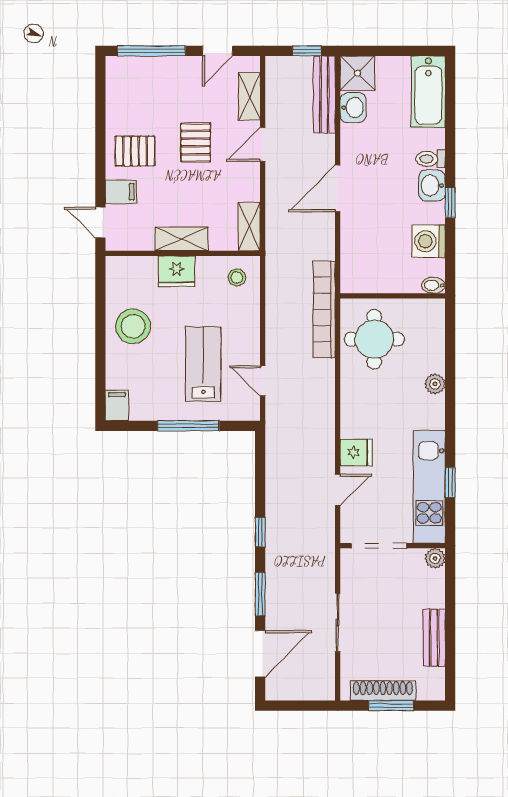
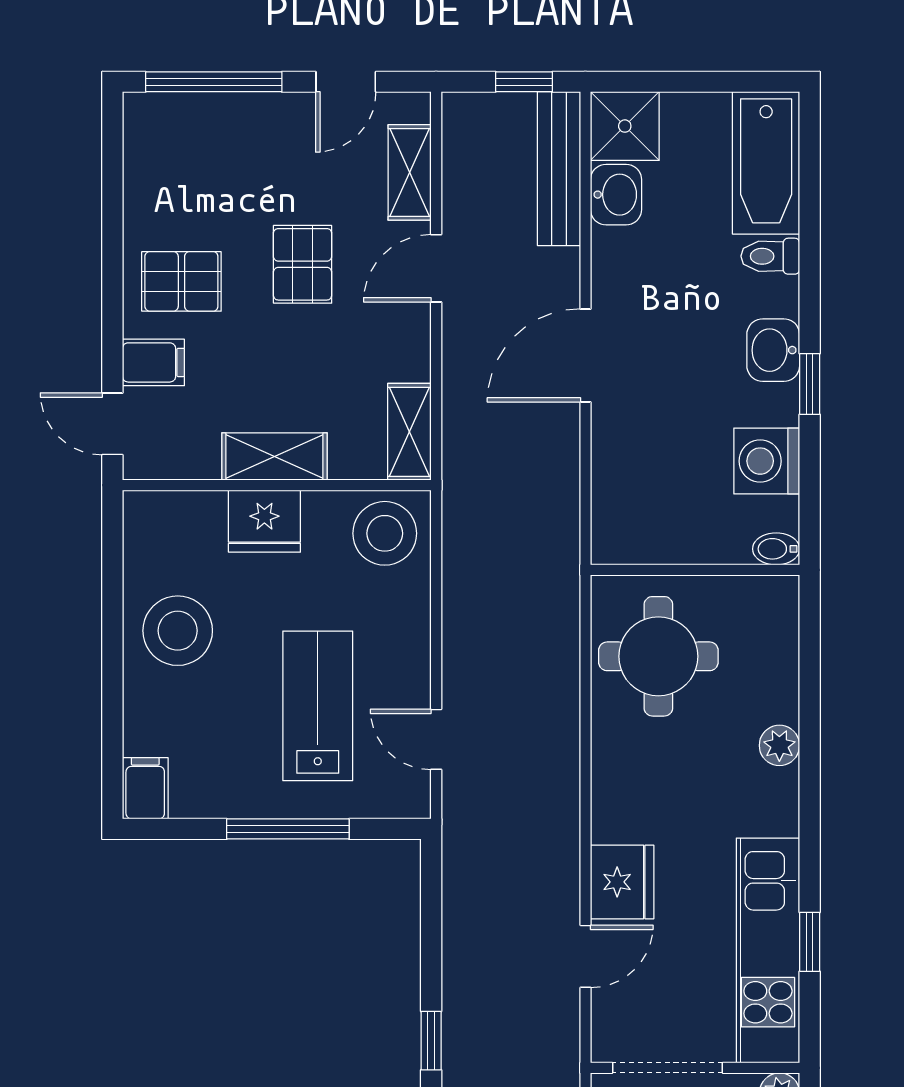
toilet: (430, 159) -> (770, 256), moved
stool: (237, 277) -> (385, 533), width x1.89, depth x1.89
bookcase: (324, 309) -> (559, 597), removed
fridge: (356, 452) -> (622, 882), width x1.38

